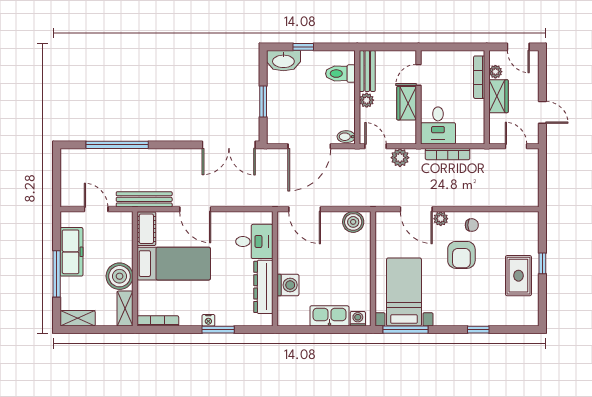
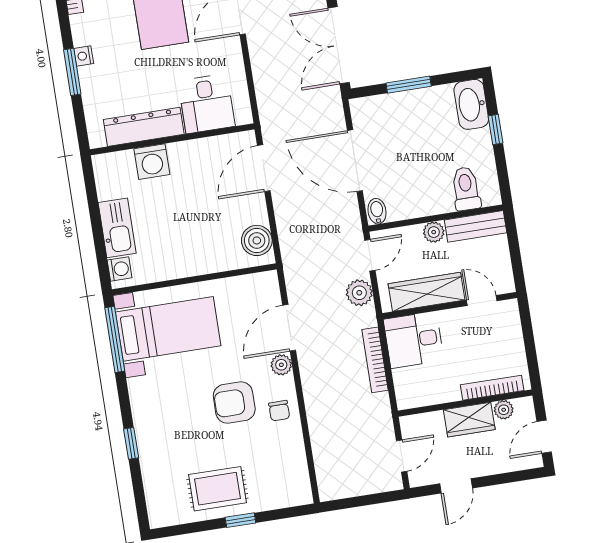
wardrobe: (407, 103) -> (427, 292), width x1.50

